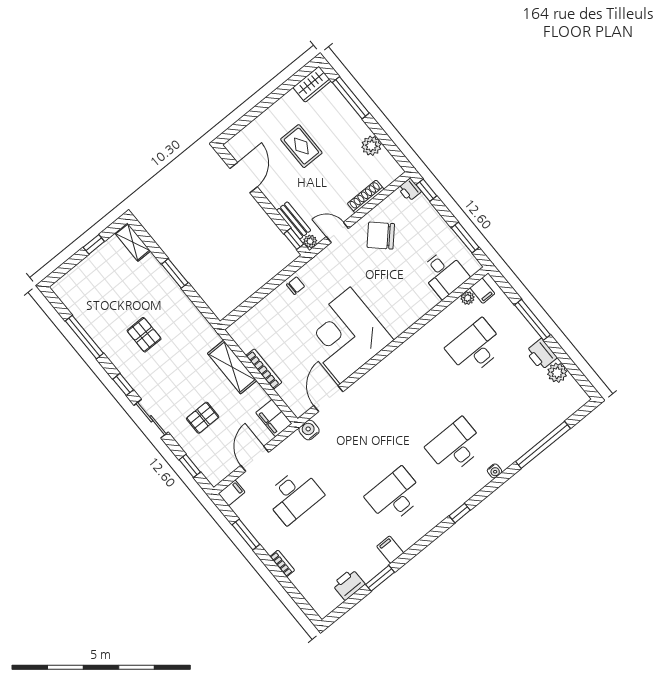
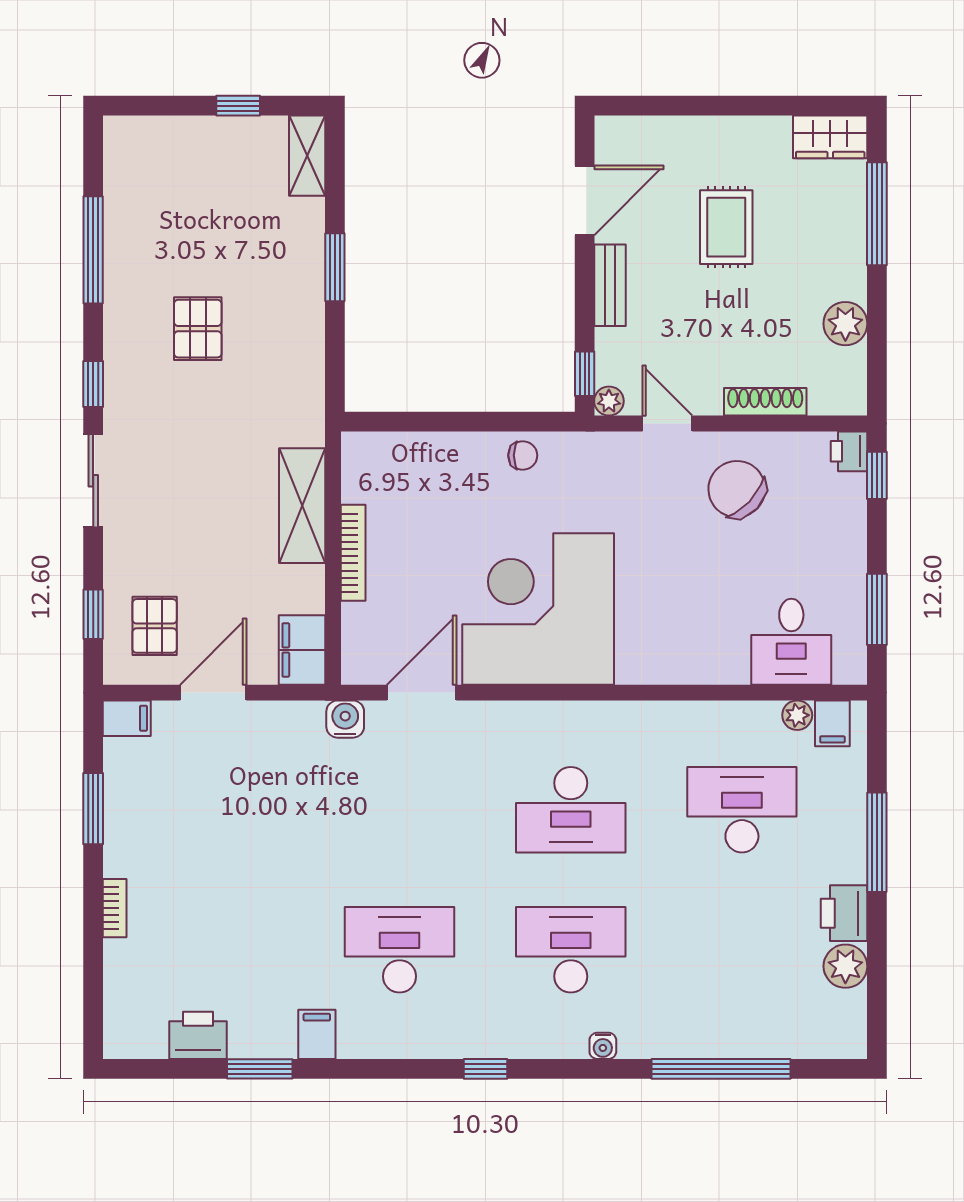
bench: (294, 220) -> (610, 285), moved
pallet: (203, 418) -> (155, 626), moved, turned 90
desk: (294, 496) -> (571, 810), moved

